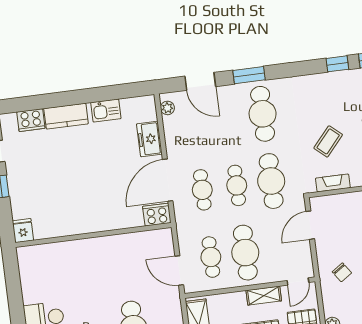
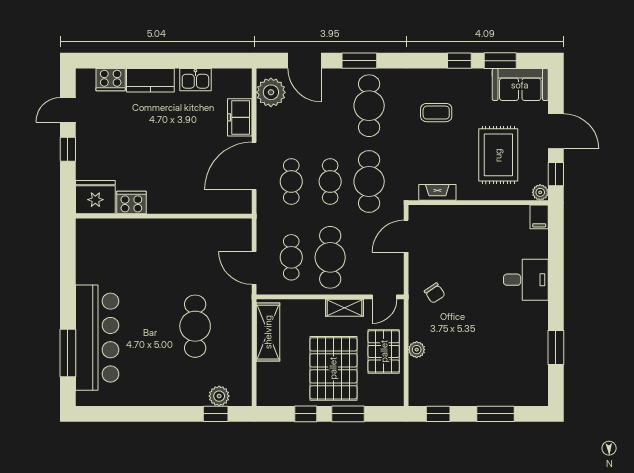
plant: (167, 108) -> (271, 92), width x1.88, depth x1.88
coffee table: (328, 141) -> (436, 113), moved, turned 49
cooker: (157, 215) -> (131, 203), moved
fridge: (23, 231) -> (95, 197), width x1.88, depth x1.34

